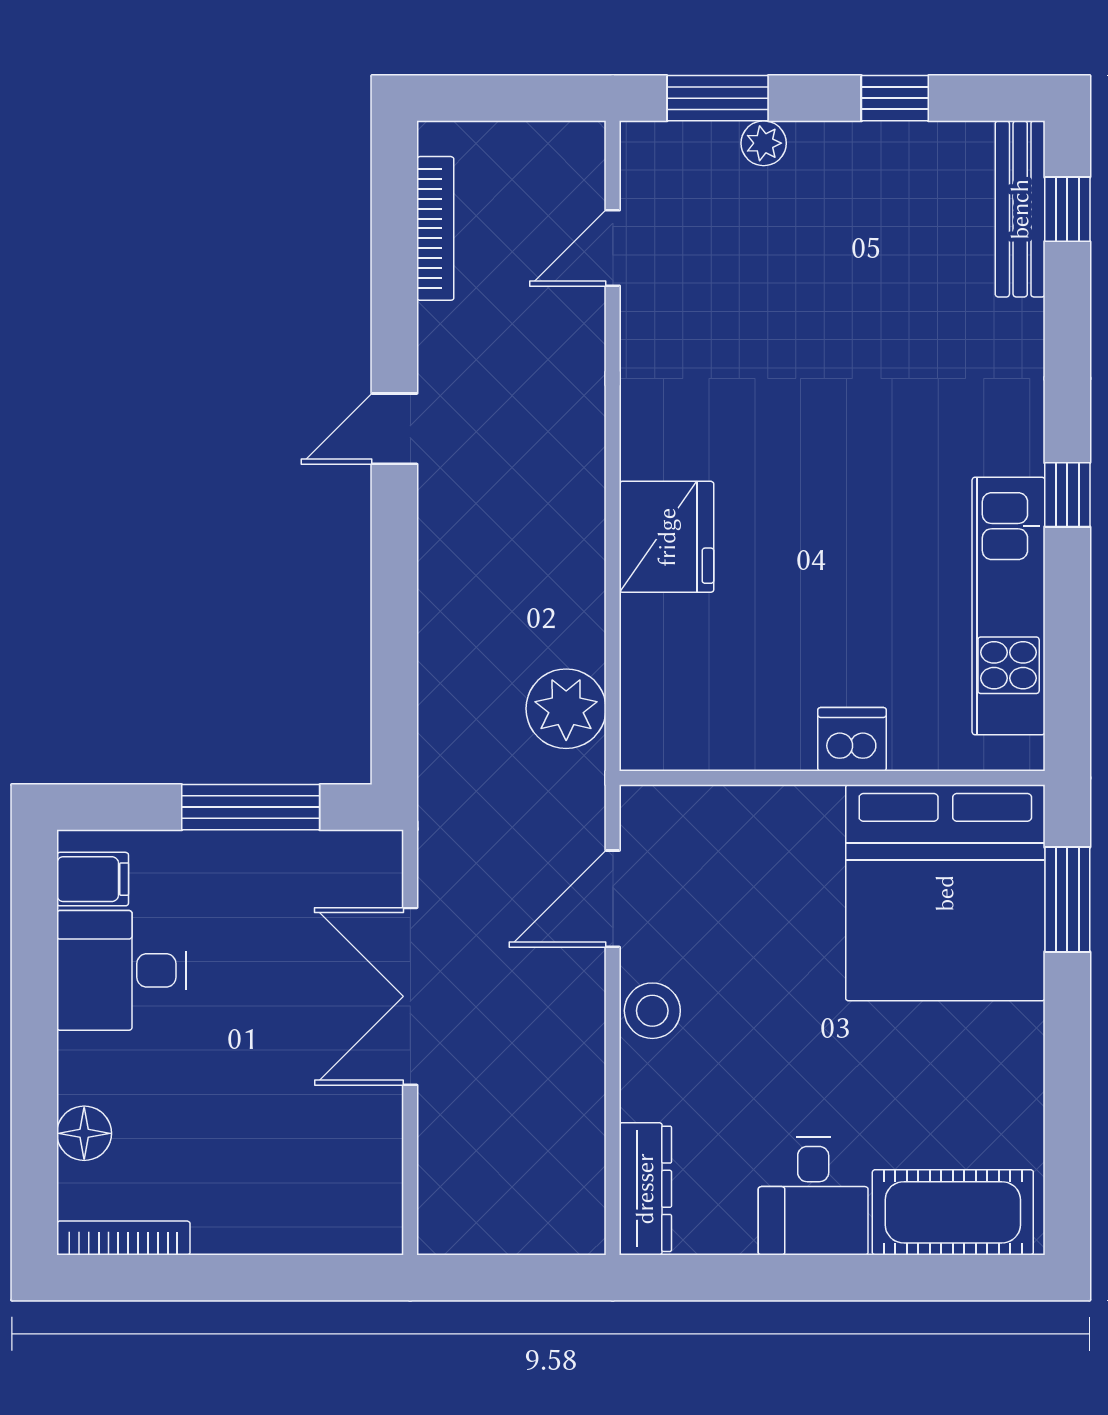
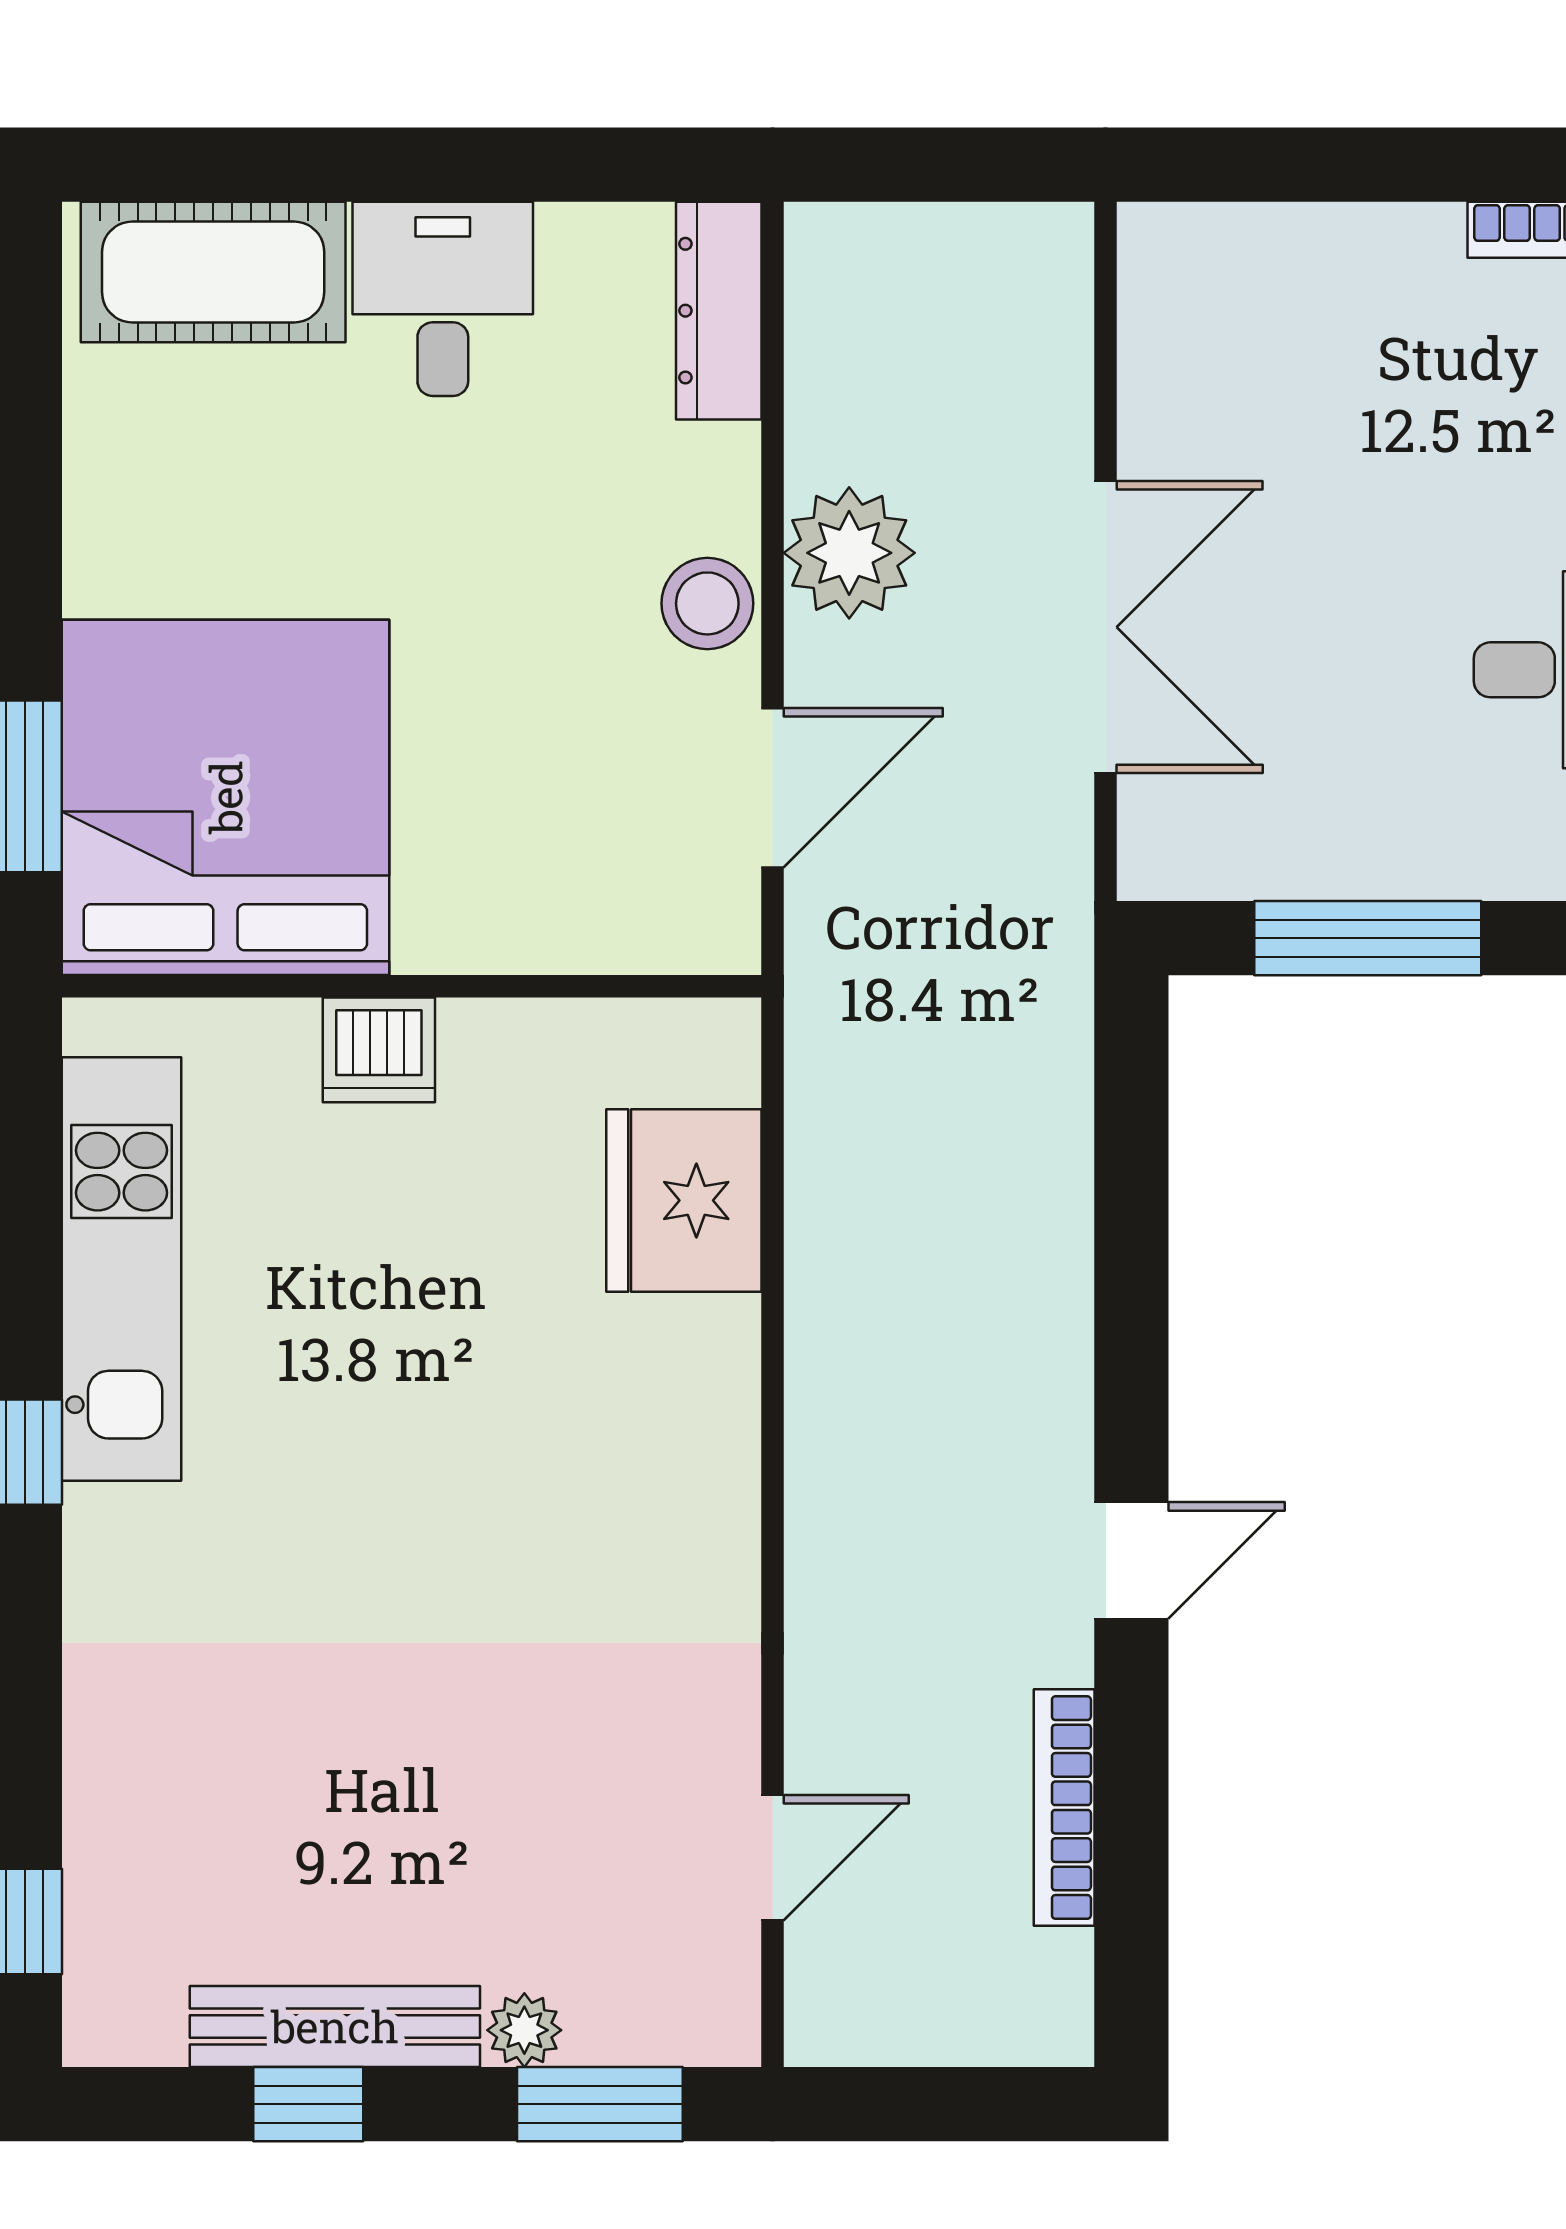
bench: (1020, 209) -> (335, 2026), moved, turned 90
bookcase: (435, 228) -> (1064, 1808), moved
fridge: (667, 537) -> (684, 1200), moved
plant: (566, 709) -> (849, 553), moved

